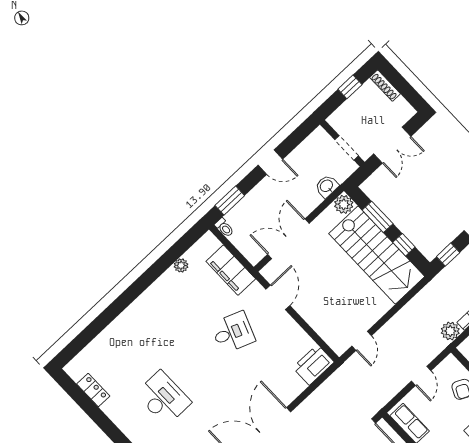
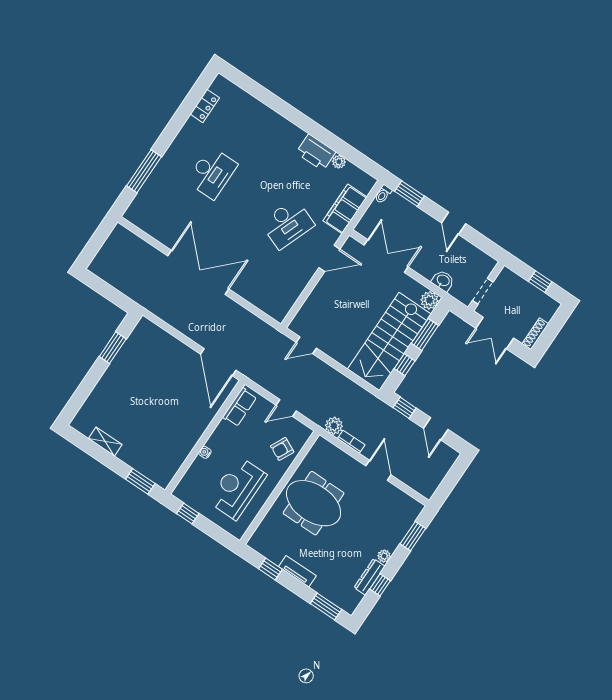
shoe rack: (385, 86) -> (535, 334), moved
desk: (233, 332) -> (287, 224), width x1.37
printer: (313, 365) -> (316, 152), moved, turned 180

